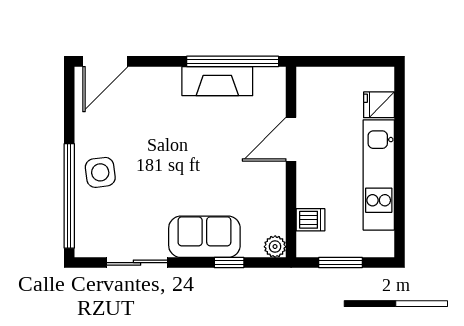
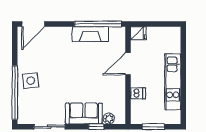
fridge: (379, 105) -> (139, 33), moved, turned 180
dishwasher: (311, 220) -> (138, 93), moved
plant: (275, 247) -> (109, 118), moved

